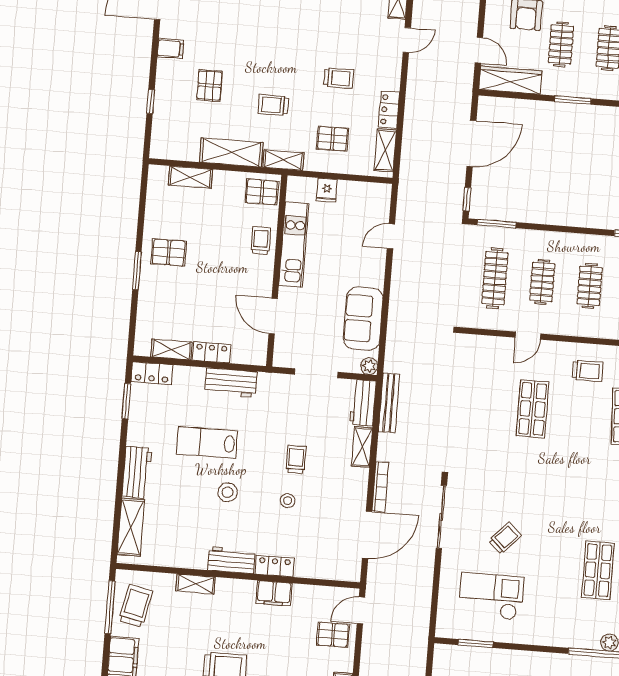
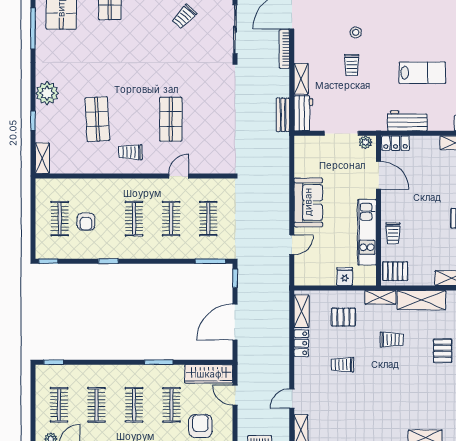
clothes rail: (495, 278) -> (208, 219), width x0.73
sofa: (363, 319) -> (308, 202), moved
locker: (212, 352) -> (396, 143), moved
plant: (369, 366) -> (365, 142), moved
bench: (389, 403) -> (283, 115), width x0.73
stool: (228, 492) -> (403, 35), removed

